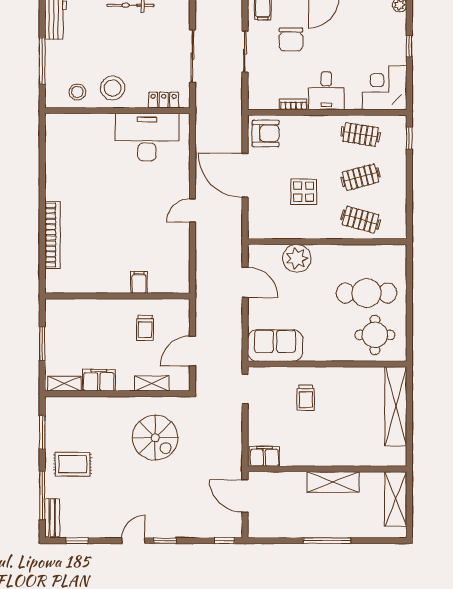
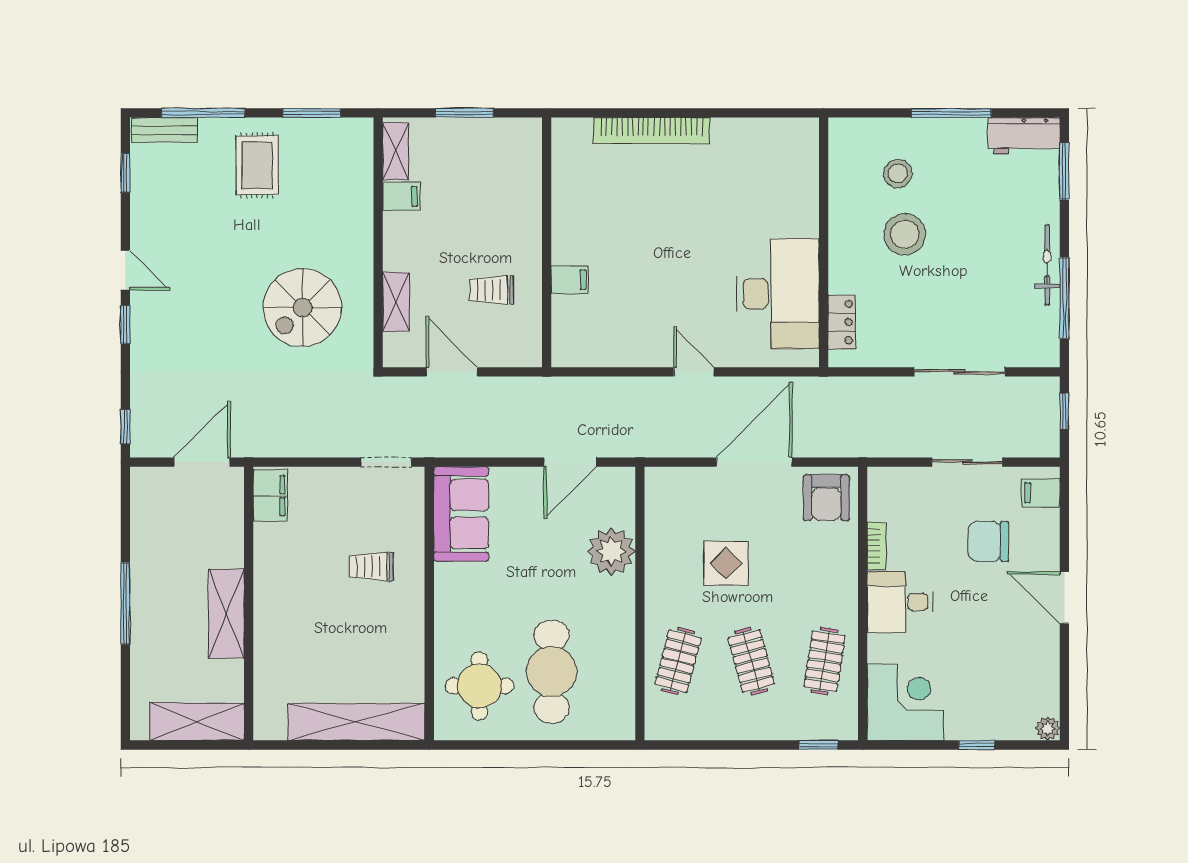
locker: (164, 100) -> (842, 322), moved
wall: (117, 111) -> (824, 242), moved
desk: (147, 137) -> (778, 294), moved
filing cabinet: (99, 380) -> (401, 196), width x0.50

